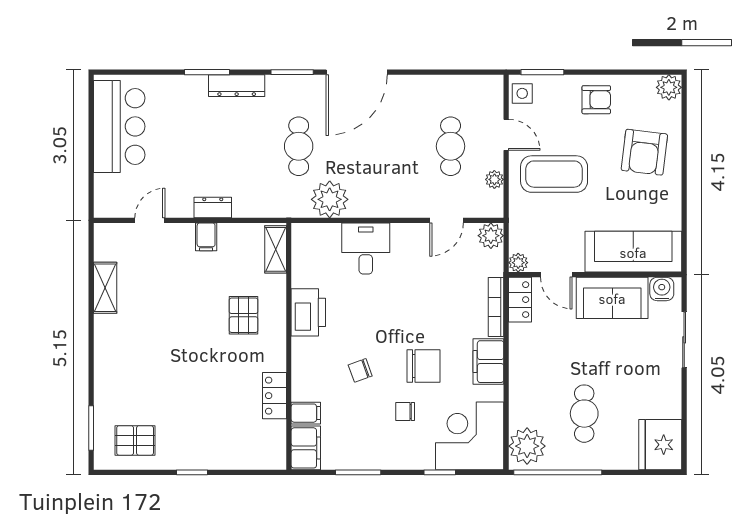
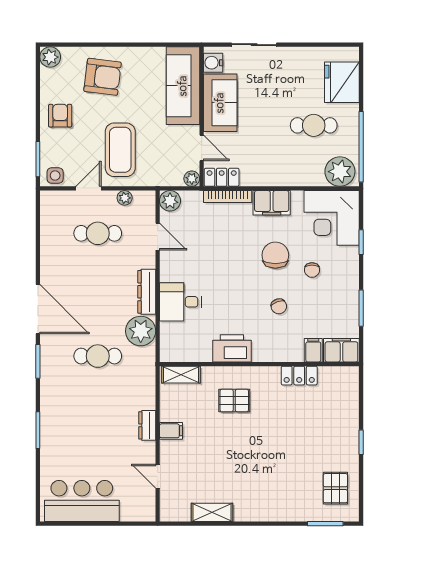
dresser: (237, 86) -> (147, 292), moved, turned 180
door: (556, 275) -> (202, 148), hinge flipped
fridge: (660, 445) -> (342, 82), moved, turned 90

